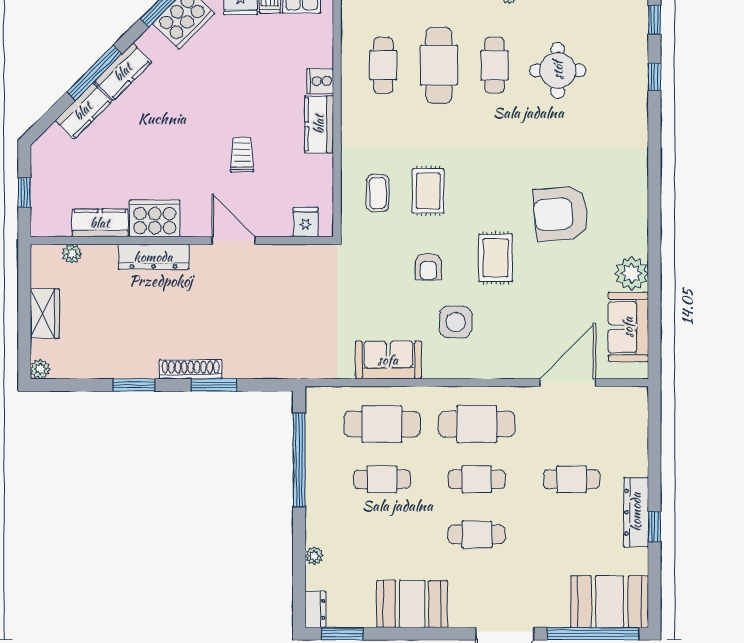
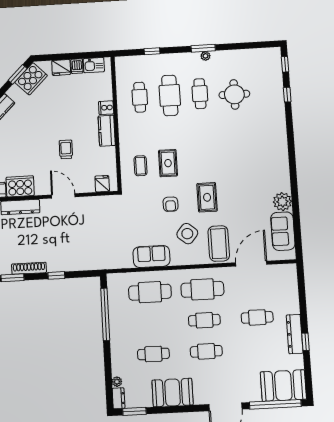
armchair: (561, 214) -> (241, 171), removed
side table: (456, 322) -> (187, 234), turned 38
coffee table: (511, 343) -> (219, 244), added
shoe rack: (191, 369) -> (29, 268), moved
window: (214, 385) -> (56, 275), width x0.67
cafe table: (382, 479) -> (153, 354), moved
plant: (314, 556) -> (117, 382), moved

